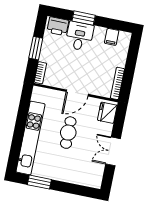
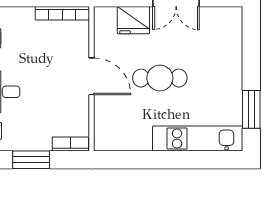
fridge: (107, 113) -> (133, 20), moved
kitchen unit: (31, 138) -> (198, 139), width x0.73

